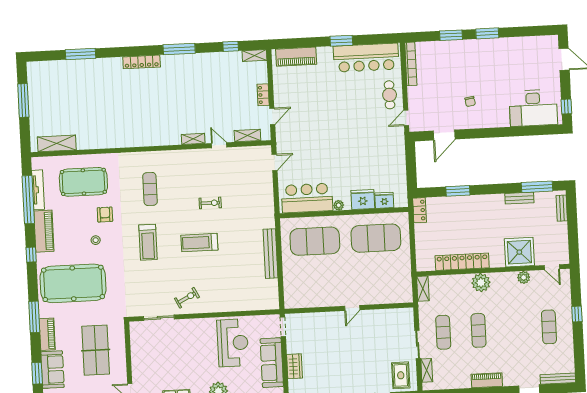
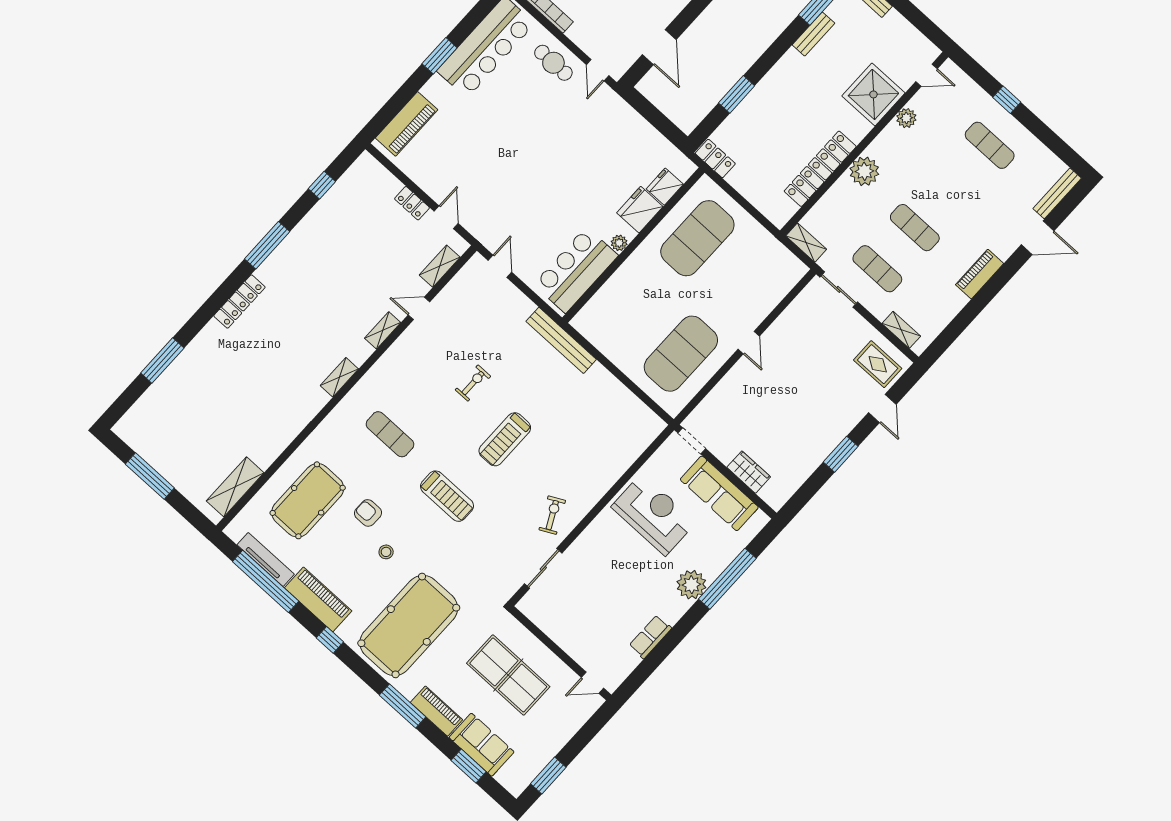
shelving: (254, 56) -> (339, 377), moved
exercise mat: (315, 241) -> (681, 354), moved
bench: (271, 254) -> (561, 340), moved
sliding door: (418, 344) -> (839, 289), moved

